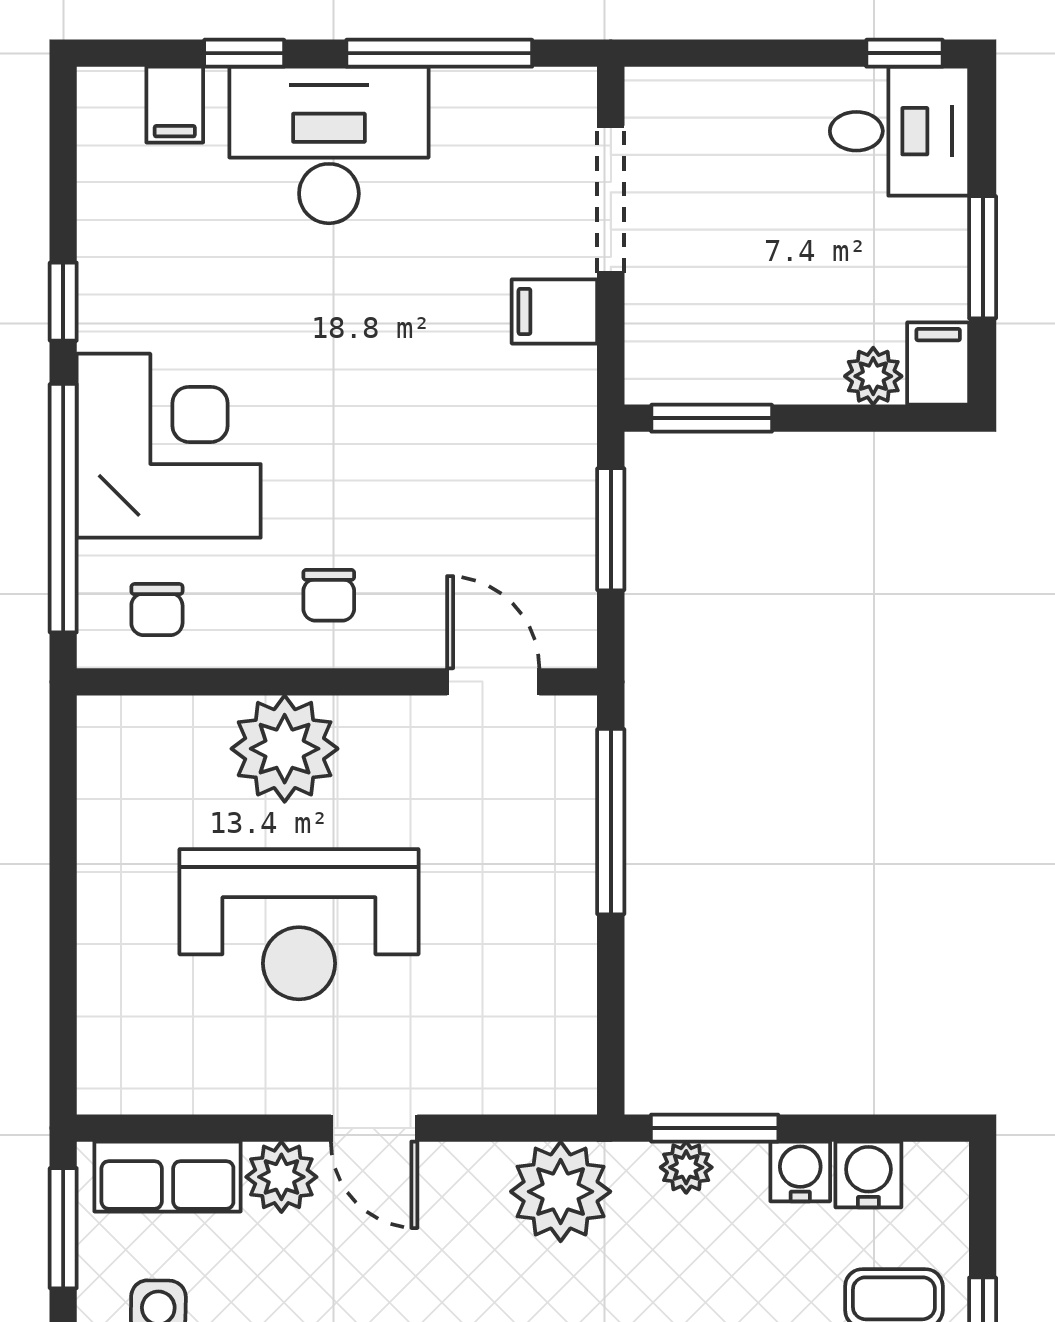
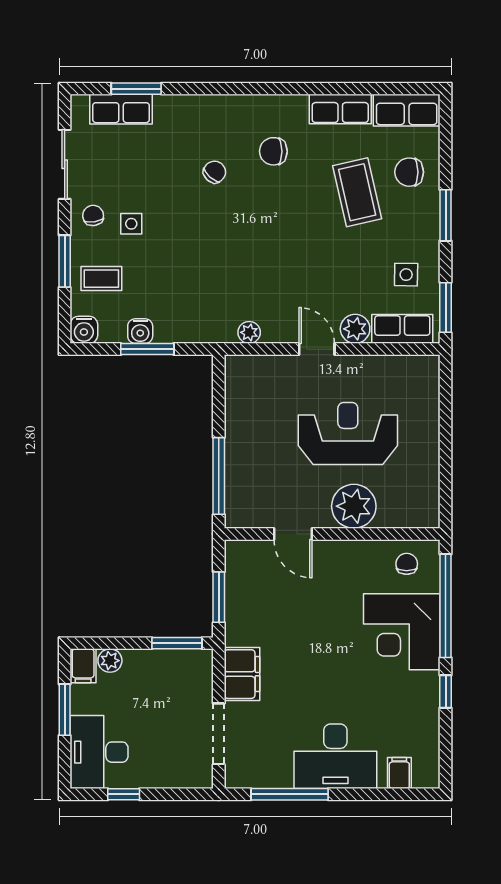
window: (244, 53) -> (371, 794), removed
window: (904, 53) -> (124, 794), moved
desk: (899, 131) -> (99, 752), width x1.37
filing cabinet: (554, 311) -> (242, 674), width x2.00
chair: (329, 595) -> (335, 570), removed
door: (493, 682) -> (293, 534), moved
window: (715, 1128) -> (147, 349), moved
plant: (686, 1167) -> (187, 333), removed
water cooler: (868, 1175) -> (84, 330), moved
plant: (561, 1192) -> (249, 332), width x0.53, depth x0.53

